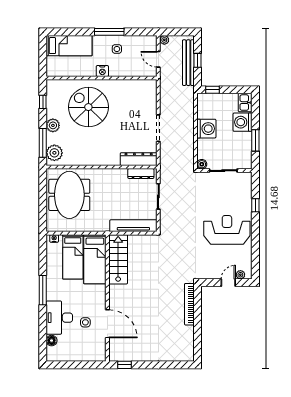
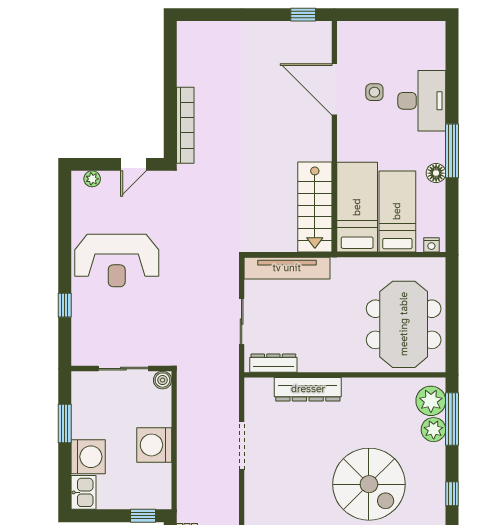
plant: (53, 125) -> (434, 430), moved
dresser: (139, 159) -> (308, 389), moved
door: (228, 283) -> (133, 164), moved
floor lamp: (52, 341) -> (436, 173), moved

